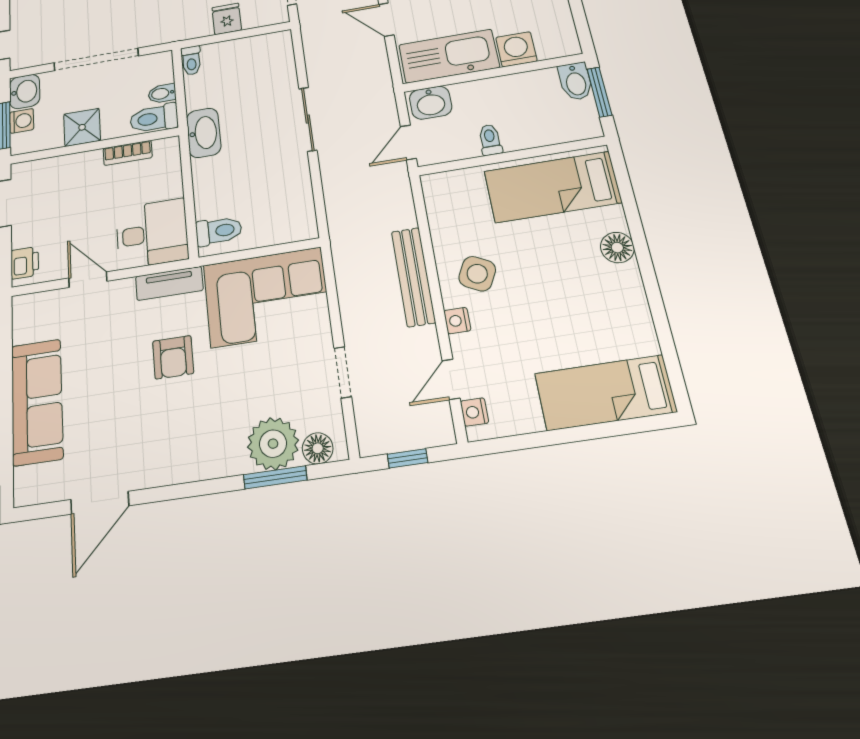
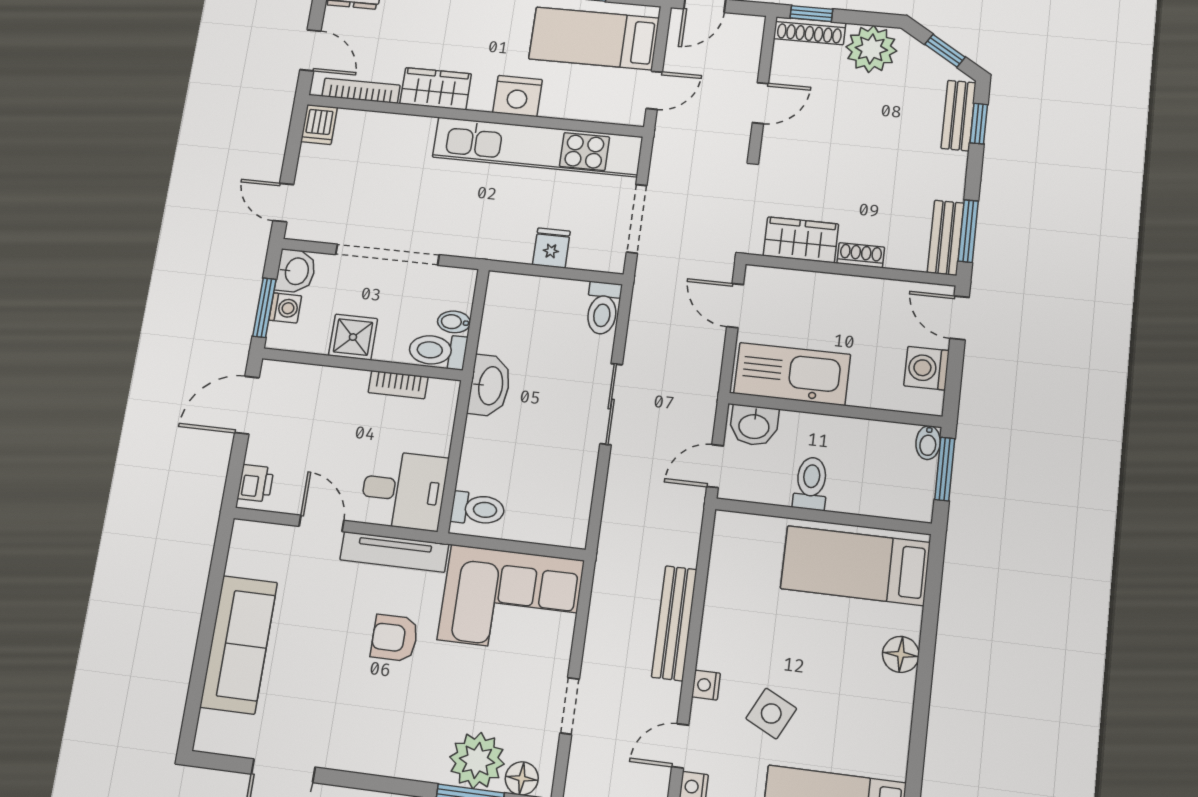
washing machine: (516, 49) -> (927, 368), moved, turned -90
toilet: (191, 60) -> (603, 308), moved, width x1.37, depth x1.39
bidet: (575, 81) -> (928, 443), width x0.72, depth x0.74
toilet: (490, 140) -> (811, 483), width x1.37, depth x1.39
side table: (477, 274) -> (771, 713), moved
tv unit: (169, 283) -> (394, 552), width x1.41
armchair: (173, 357) -> (394, 638), turned 90

